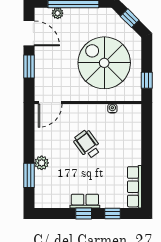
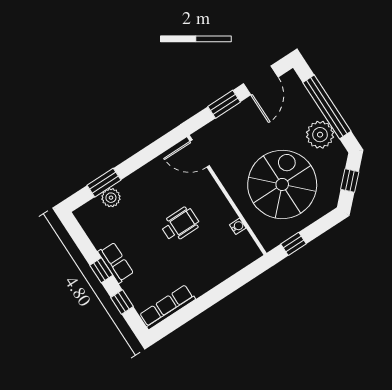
plant: (58, 13) -> (320, 135), moved, width x1.87, depth x1.87
wheelchair: (87, 144) -> (180, 224), turned 36
plant: (42, 163) -> (111, 198), moved

